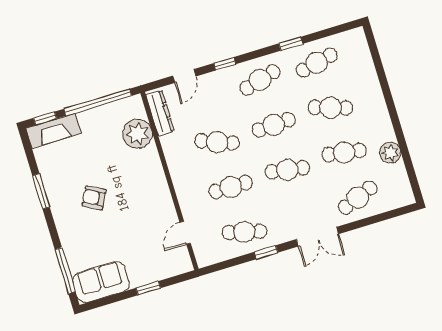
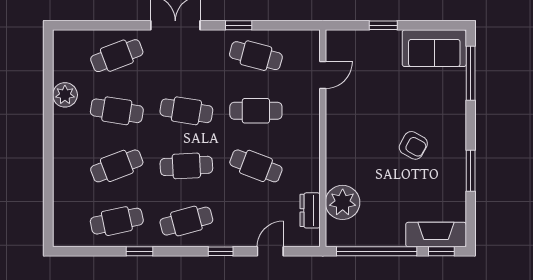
cafe table: (330, 108) -> (117, 166), turned -39
dresser: (160, 113) -> (310, 210), width x0.70

